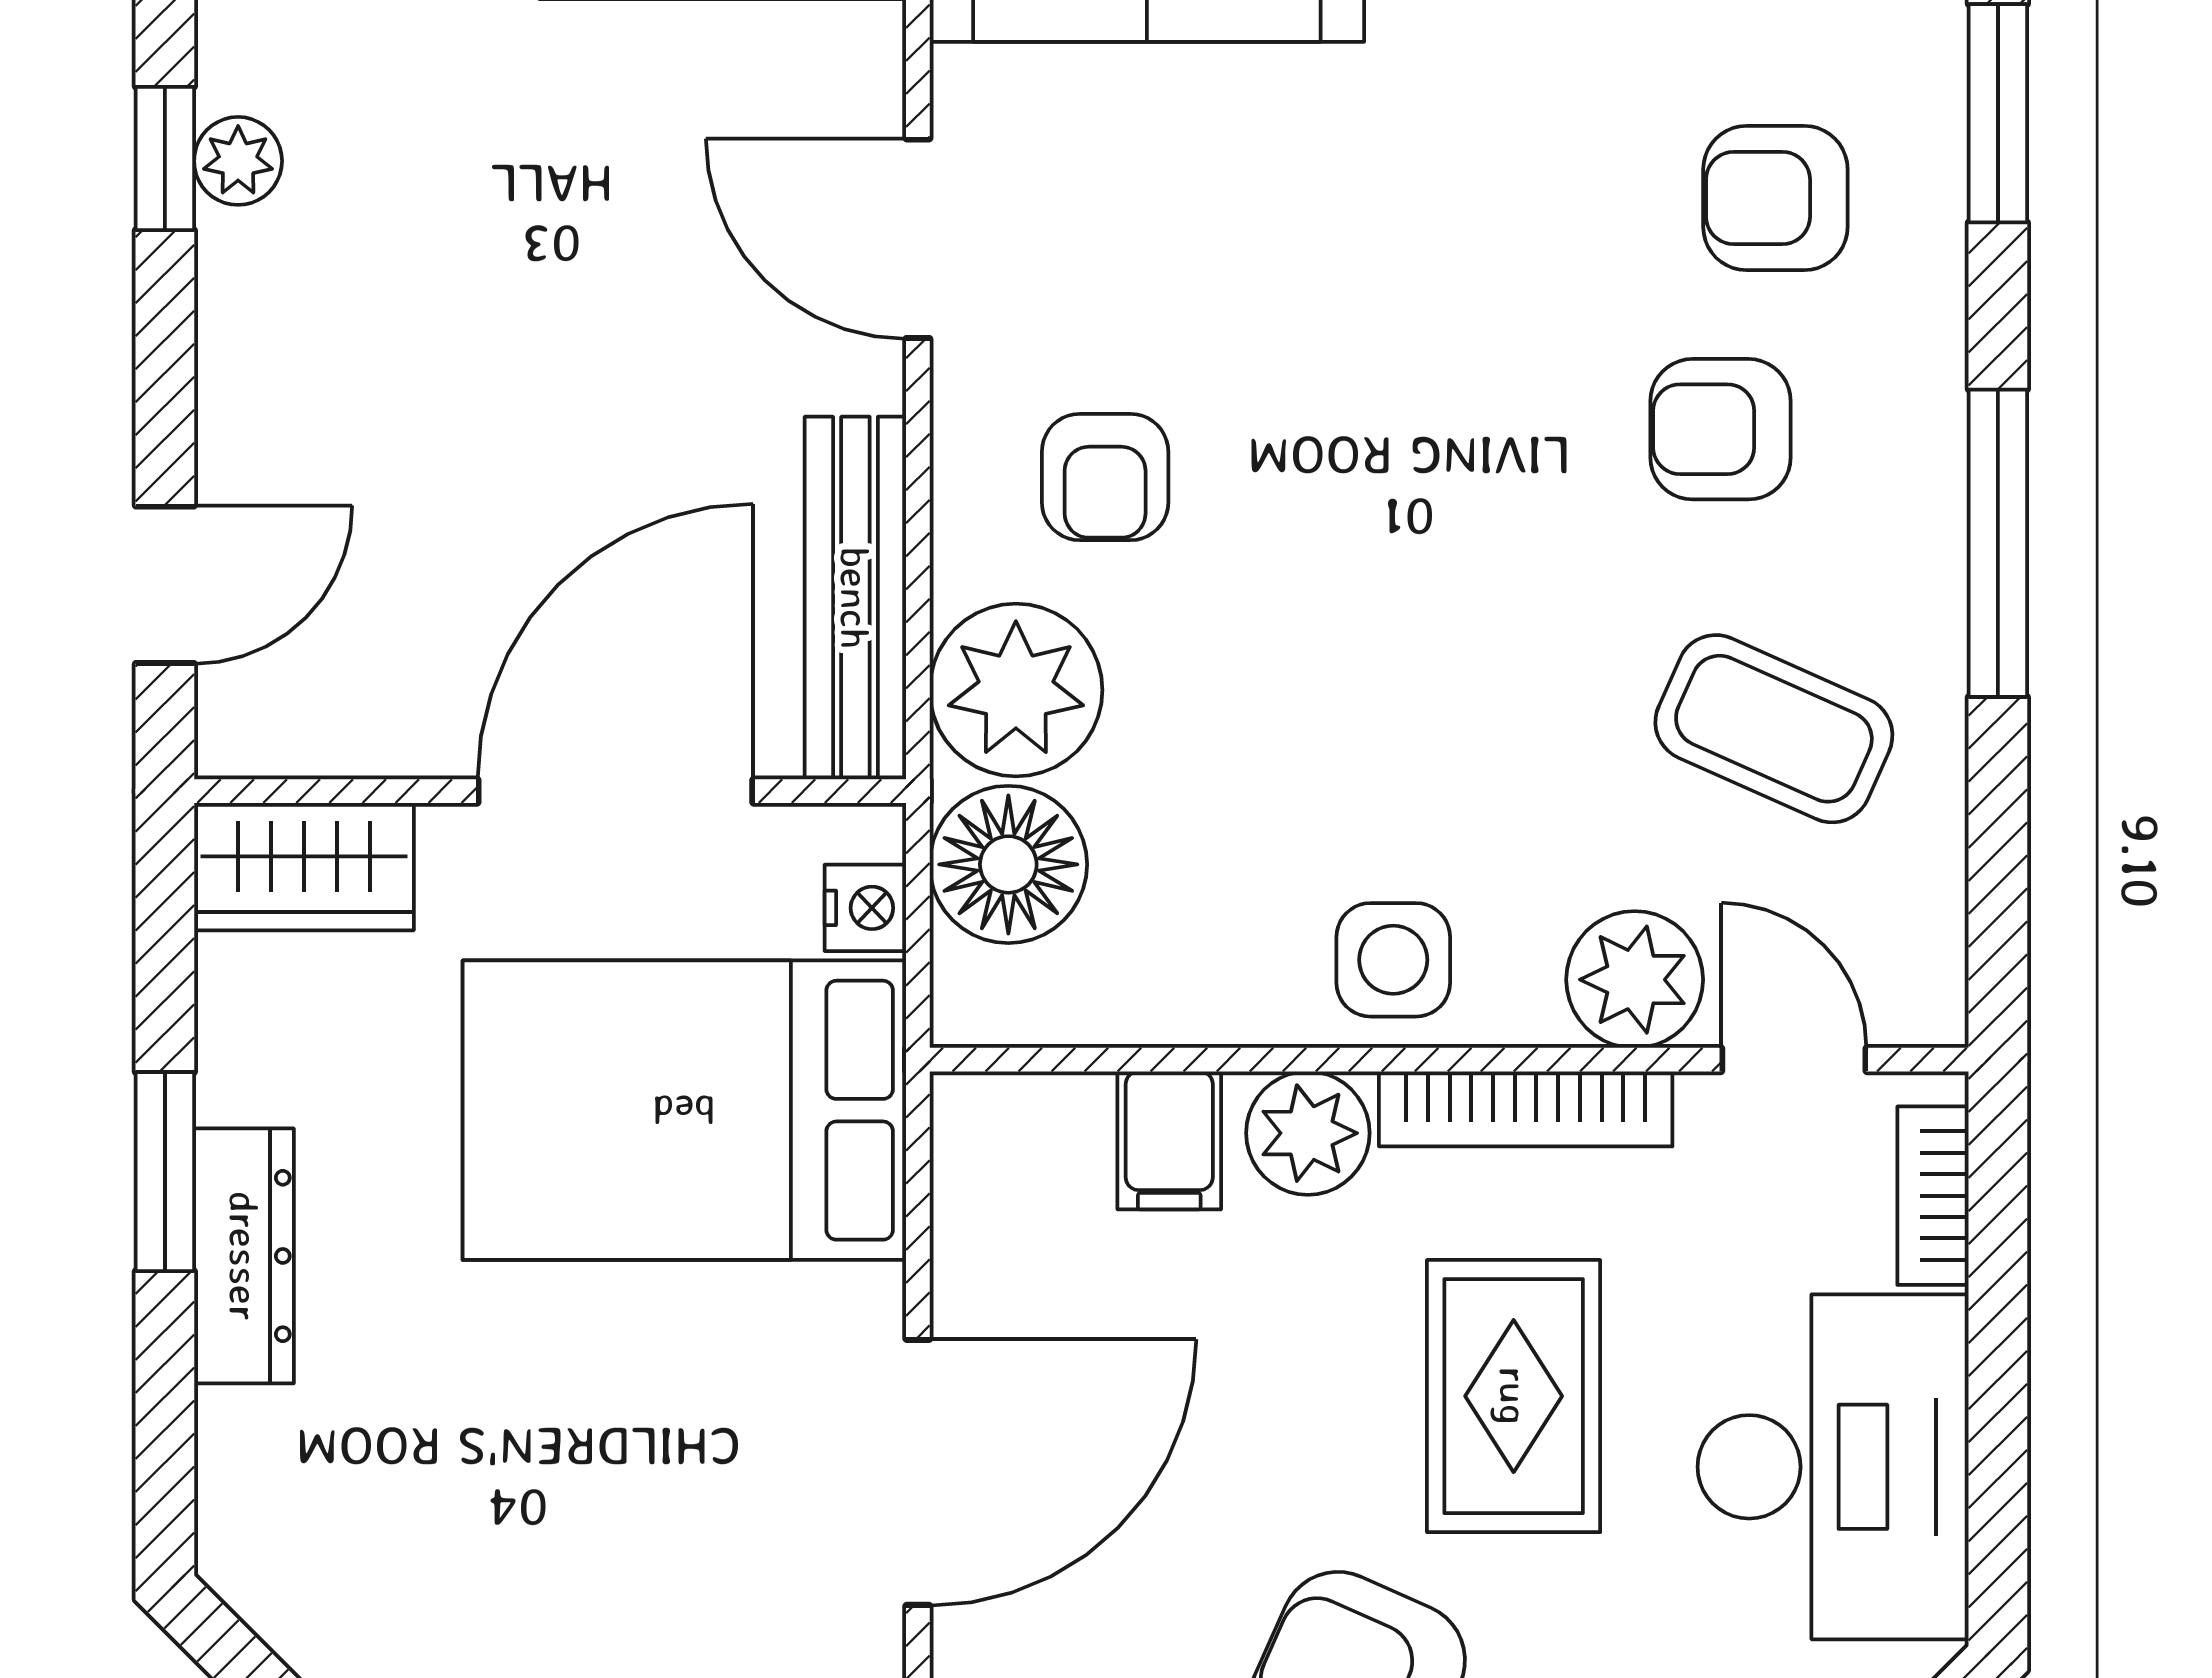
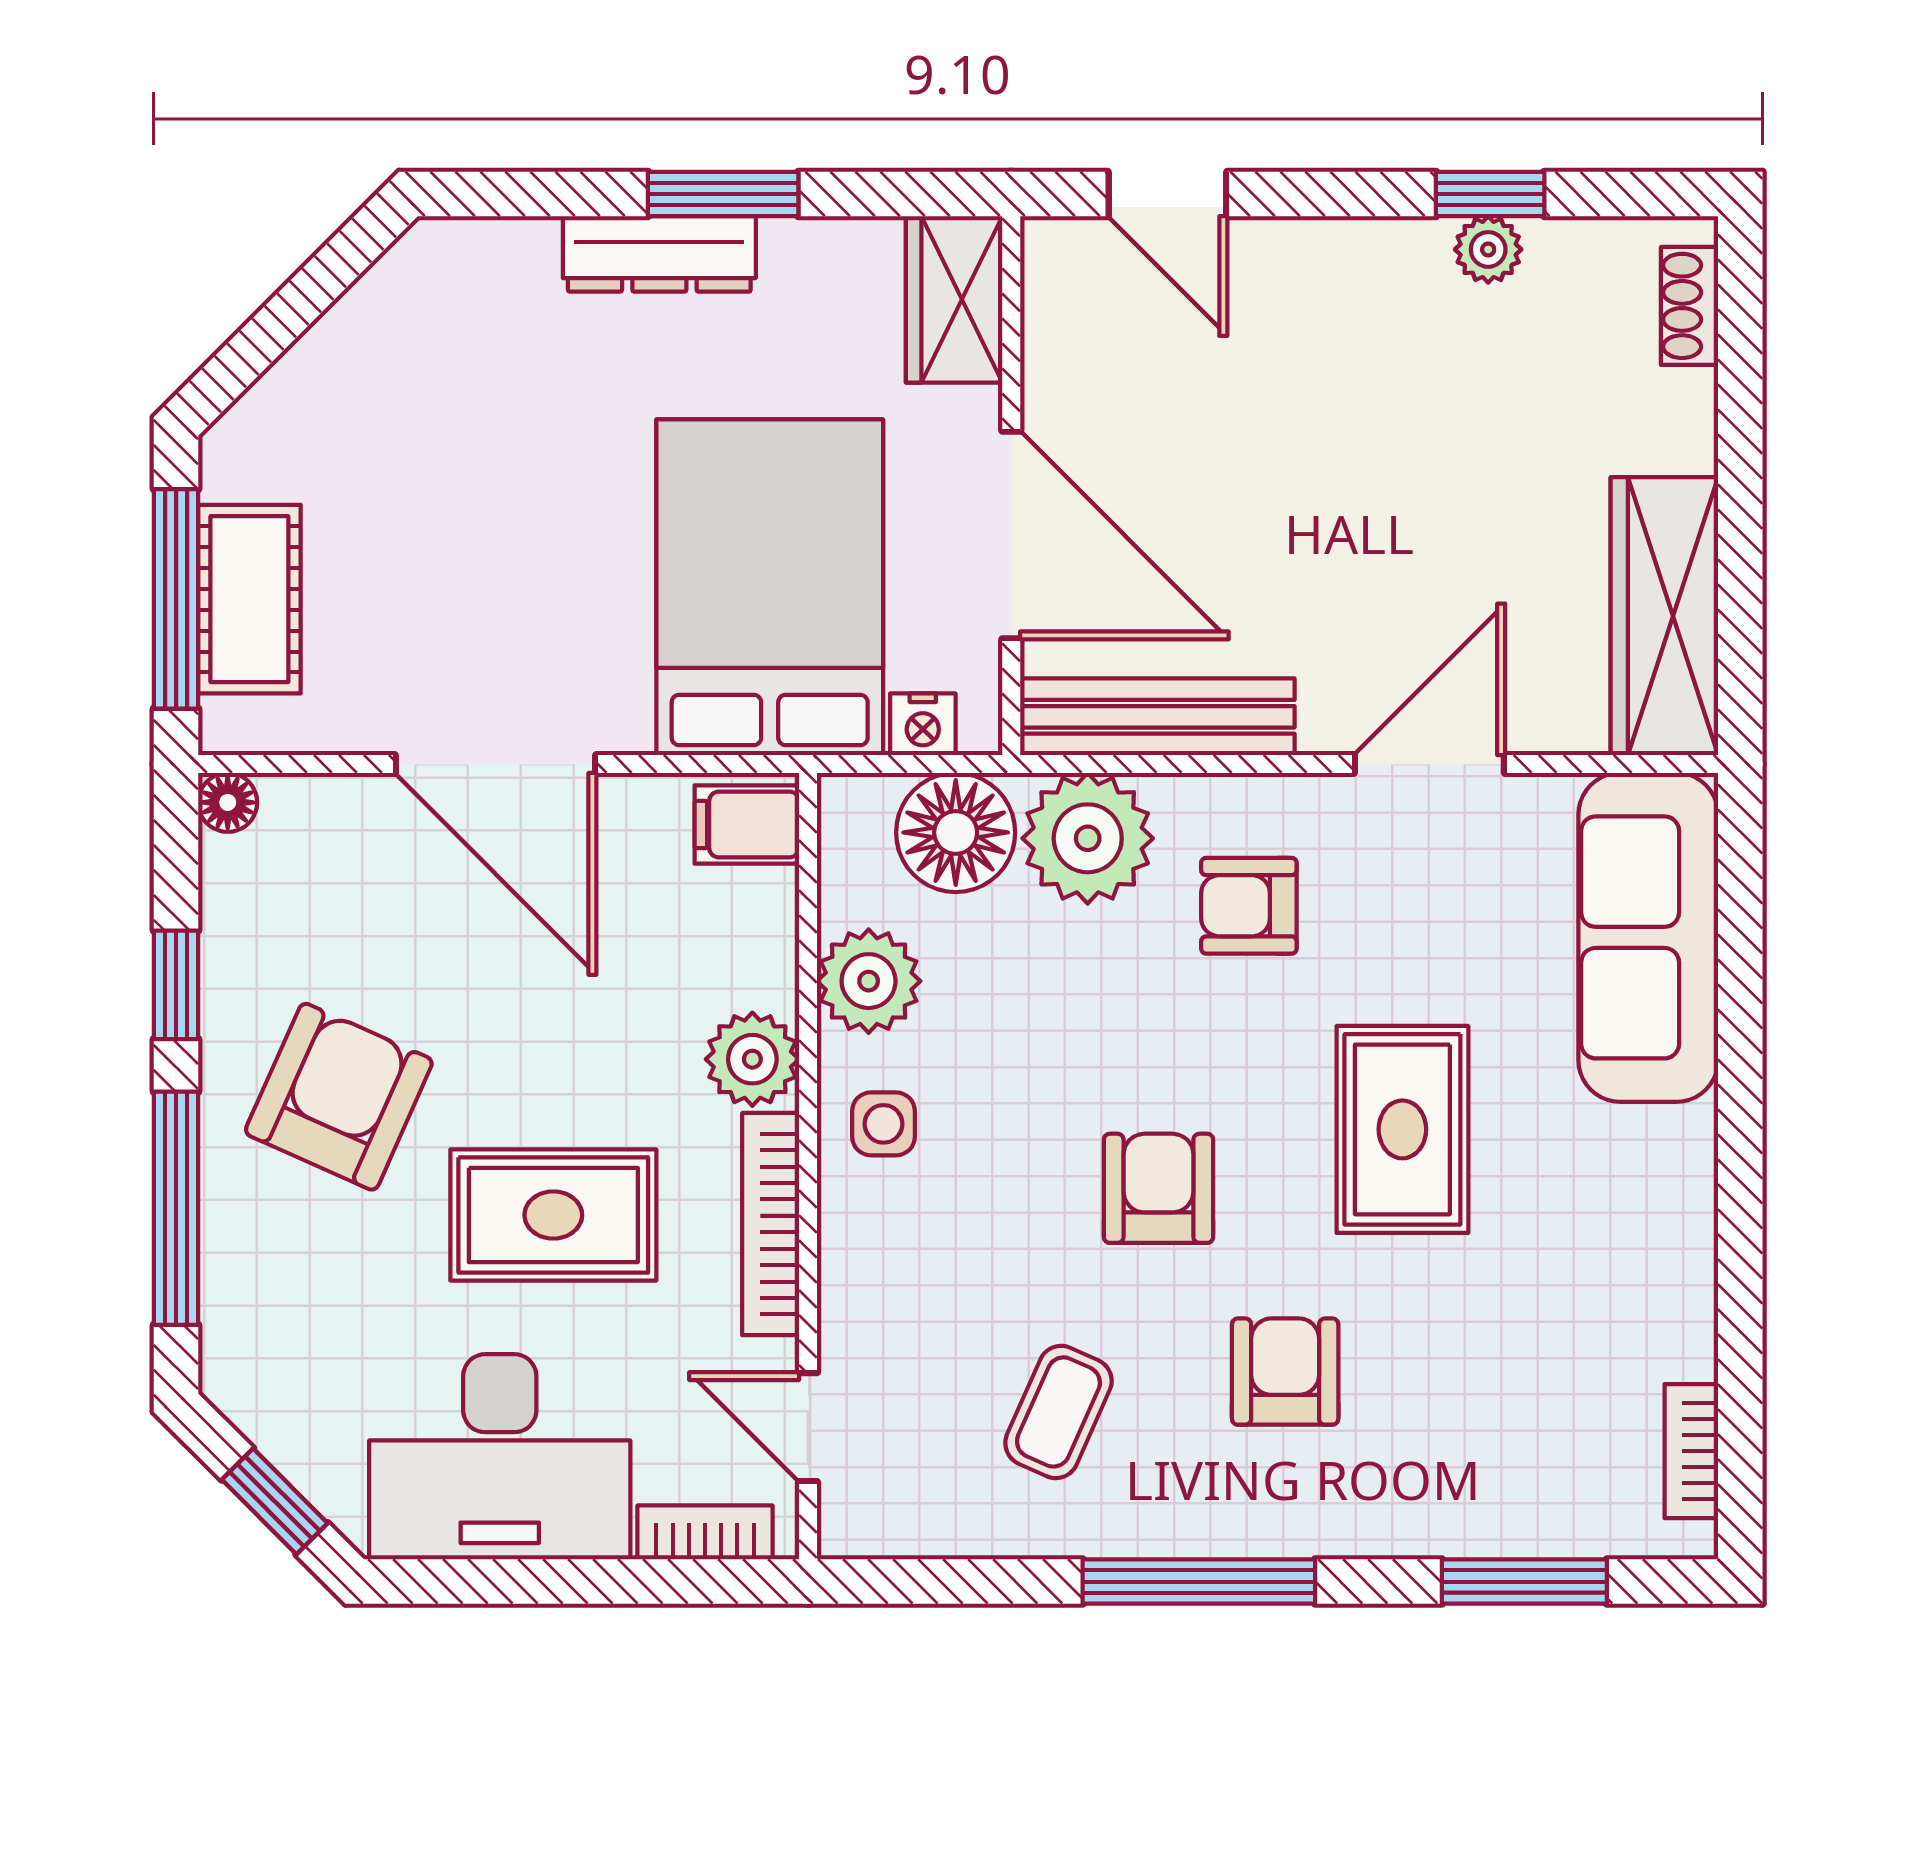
armchair: (1775, 198) -> (1158, 1188), moved
rug: (1401, 274) -> (1402, 1129), added
coffee table: (1774, 729) -> (1058, 1412), width x0.73, depth x0.77
side table: (1393, 960) -> (884, 1124), width x0.73, depth x0.73
plant: (1635, 980) -> (869, 981), moved
door: (1794, 1060) -> (808, 1427), swing flipped
filing cabinet: (1169, 1140) -> (747, 825), moved

